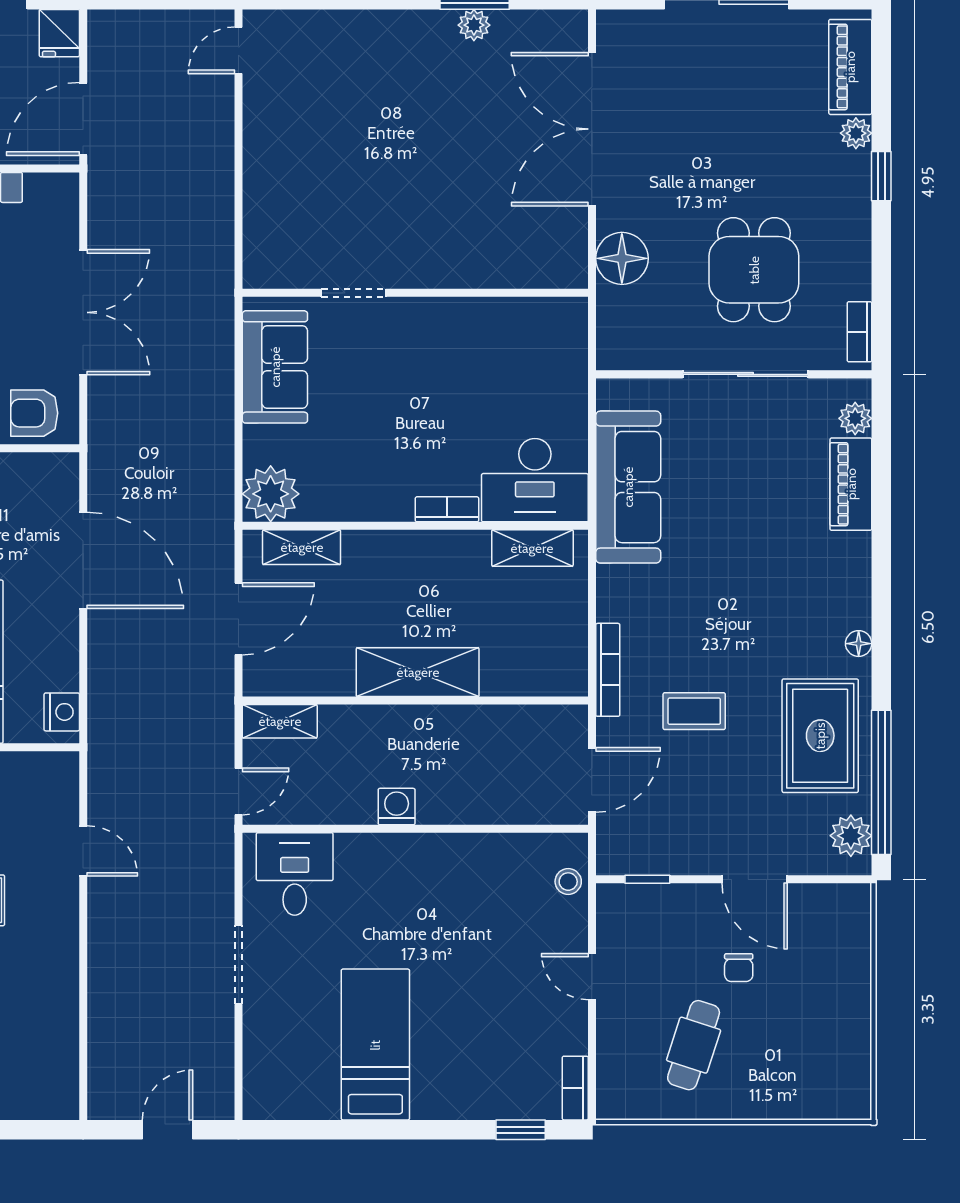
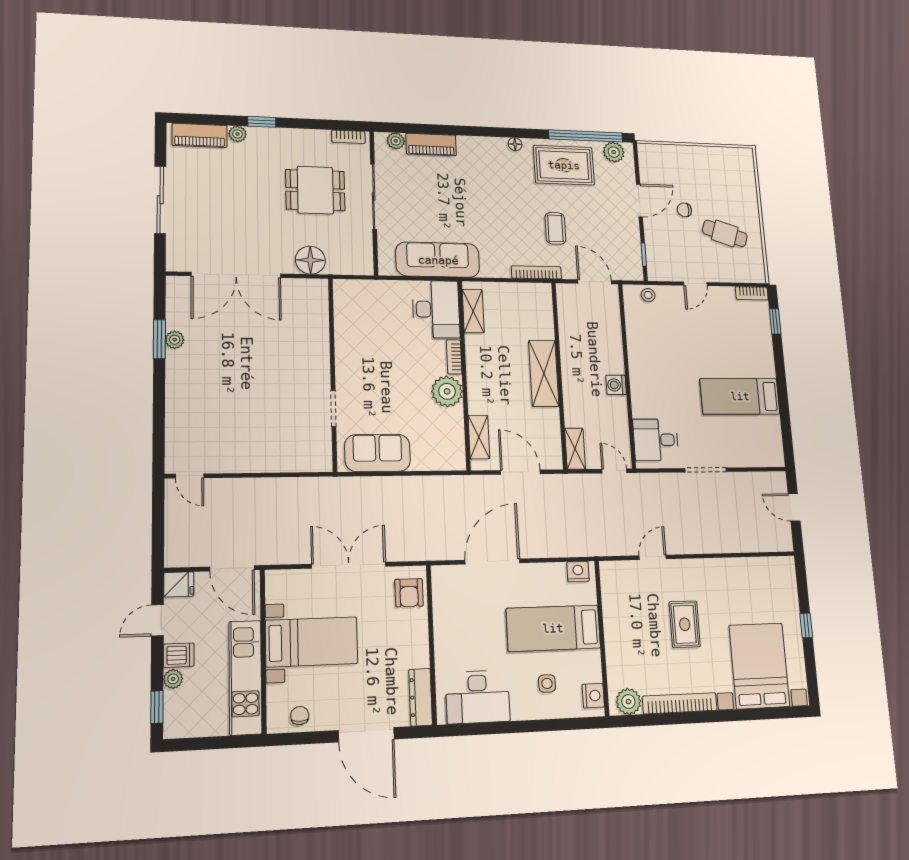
plant: (271, 494) -> (447, 391), moved
chair: (739, 968) -> (684, 210), turned 180

